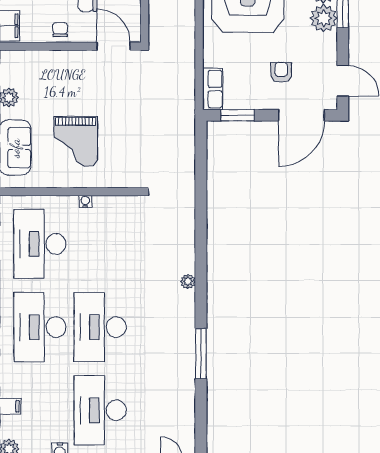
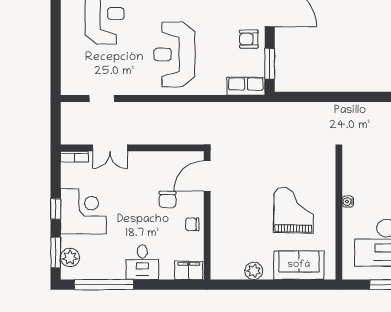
armchair: (281, 72) -> (249, 39), moved
grand piano: (76, 142) -> (294, 210), turned -89

